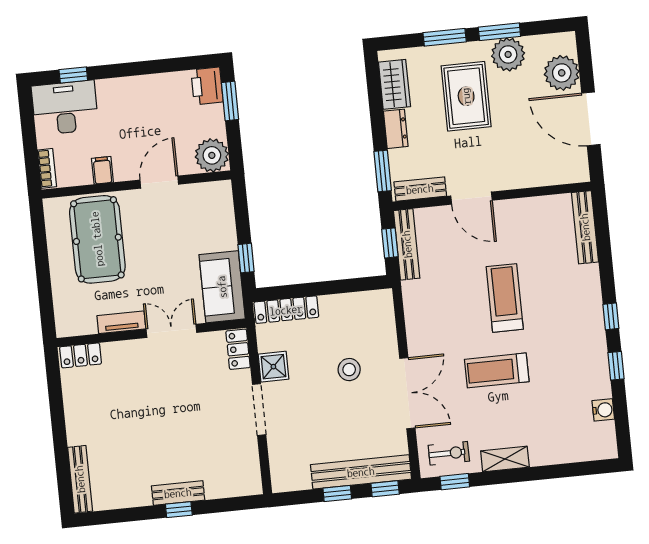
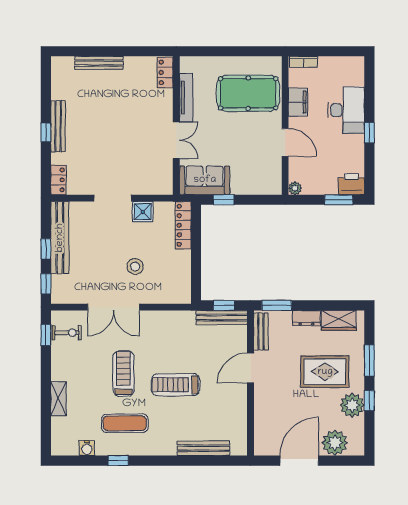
window: (499, 32) -> (369, 401), width x0.67
window: (73, 75) -> (369, 133), moved
desk: (65, 108) -> (346, 110), moved
plant: (212, 155) -> (295, 188), width x0.53, depth x0.53
filing cabinet: (102, 170) -> (298, 102), width x2.00
bench: (585, 227) -> (203, 448), moved
treadmill: (505, 298) -> (176, 385), turned 180
window: (611, 316) -> (154, 461), removed
tv unit: (121, 322) -> (186, 97), width x1.41
locker: (238, 349) -> (58, 180), moved, turned 90
exercise mat: (564, 362) -> (125, 423), added
exercise bike: (449, 453) -> (67, 333), turned -90
shelving: (505, 459) -> (58, 399), moved
bench: (361, 472) -> (60, 238), moved
bench: (80, 479) -> (99, 63), moved
bench: (178, 493) -> (58, 126), width x1.36

